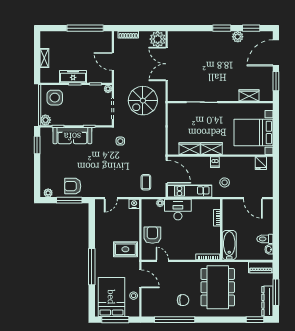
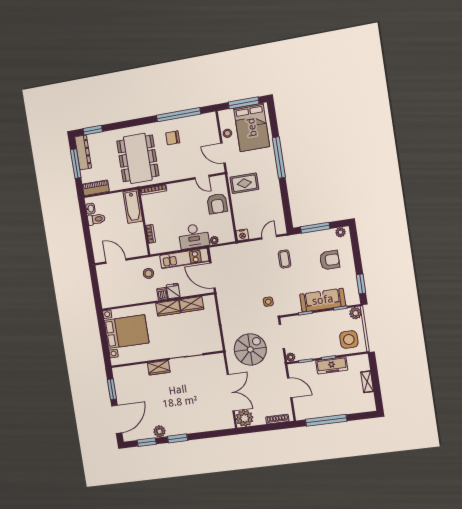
wardrobe: (249, 95) -> (159, 368), moved
fridge: (261, 163) -> (173, 291), moved
coffee table: (146, 182) -> (285, 259), moved
armchair: (73, 186) -> (330, 260), moved

